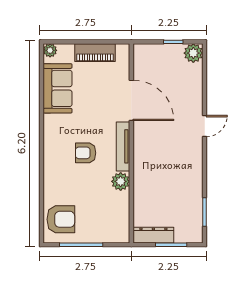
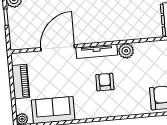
armchair: (86, 153) -> (105, 82), turned 180

